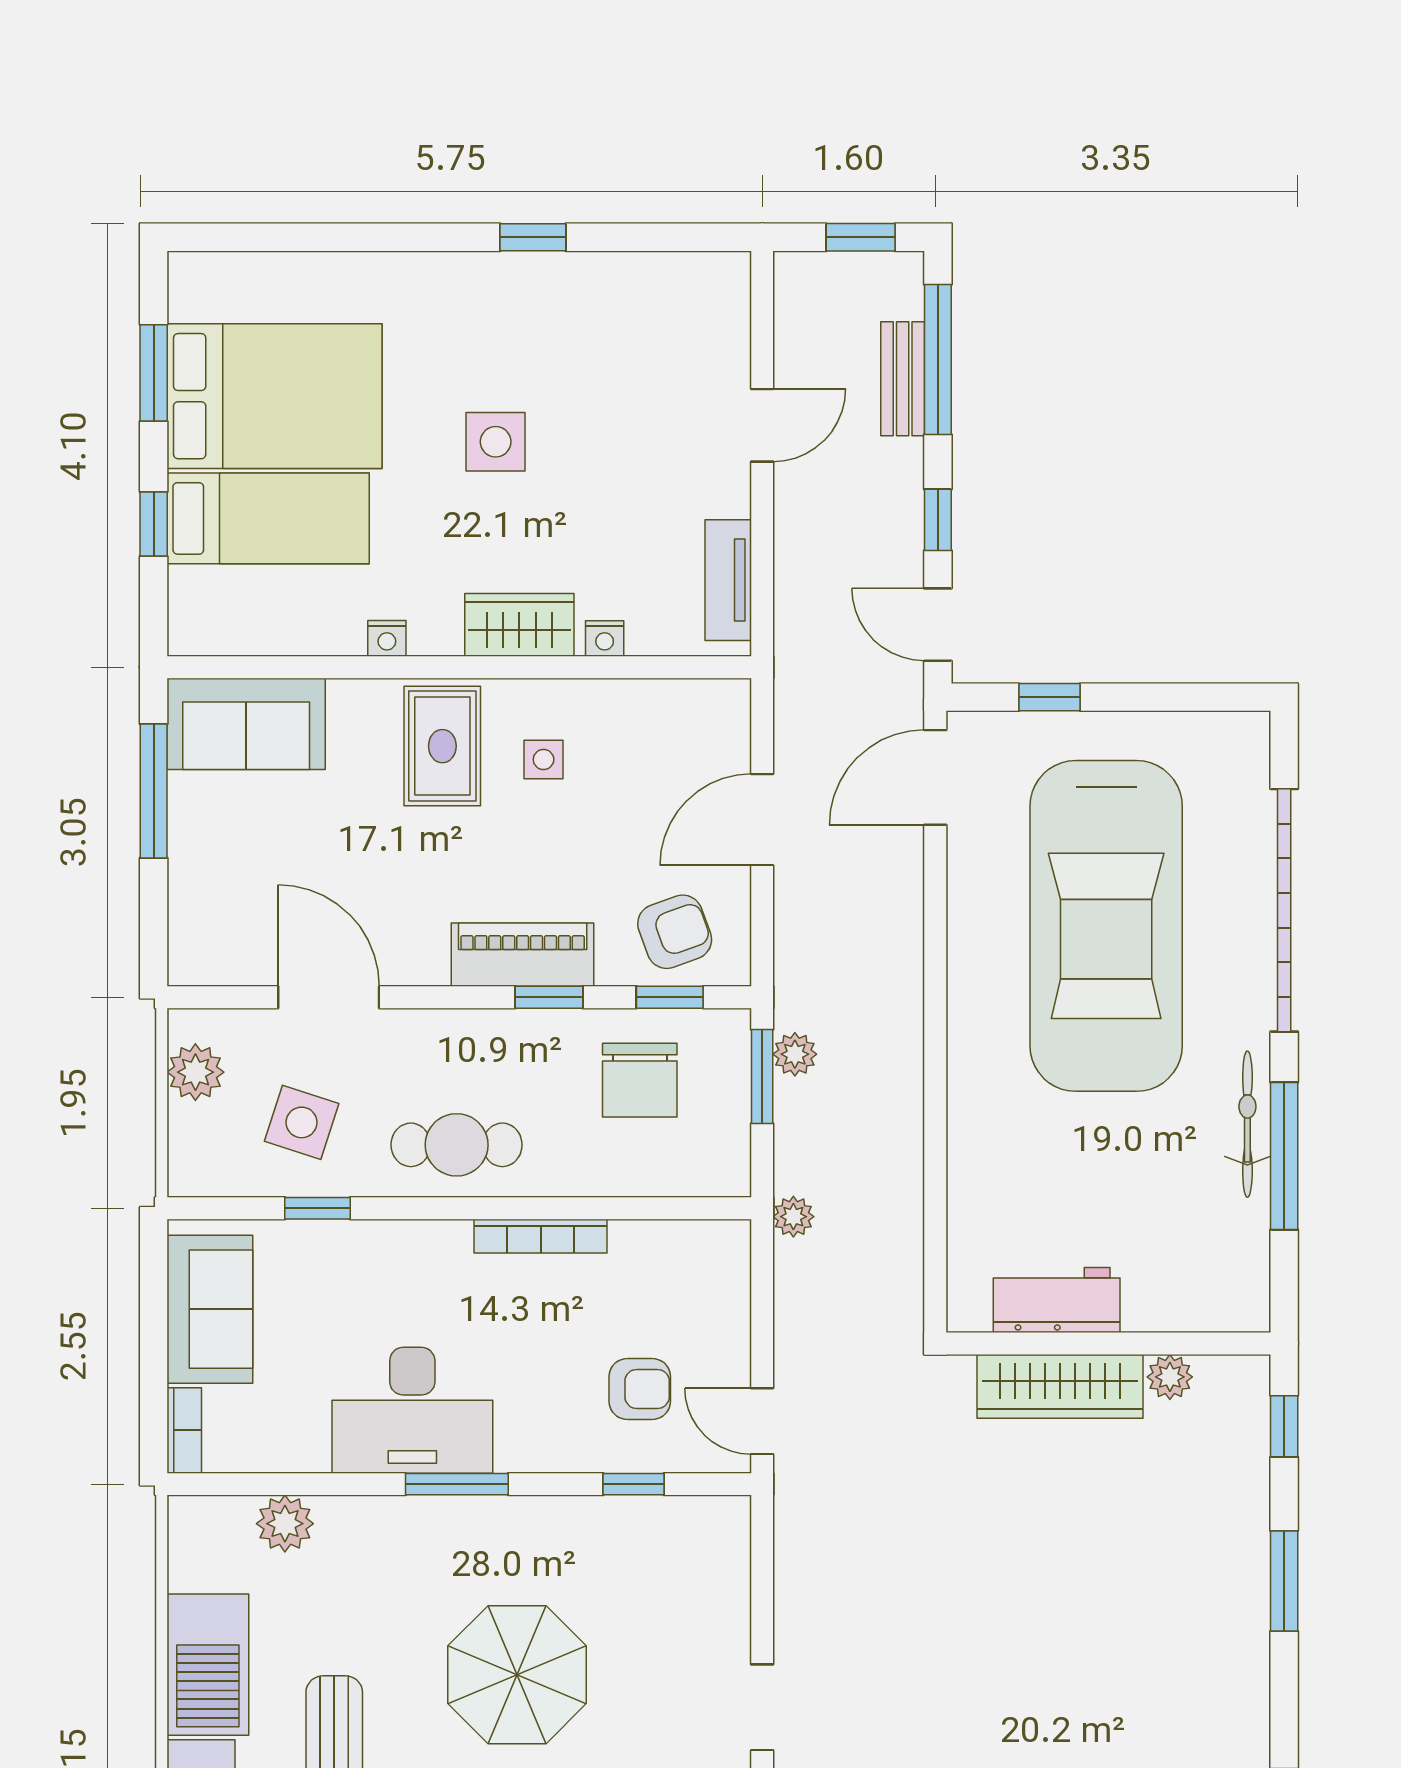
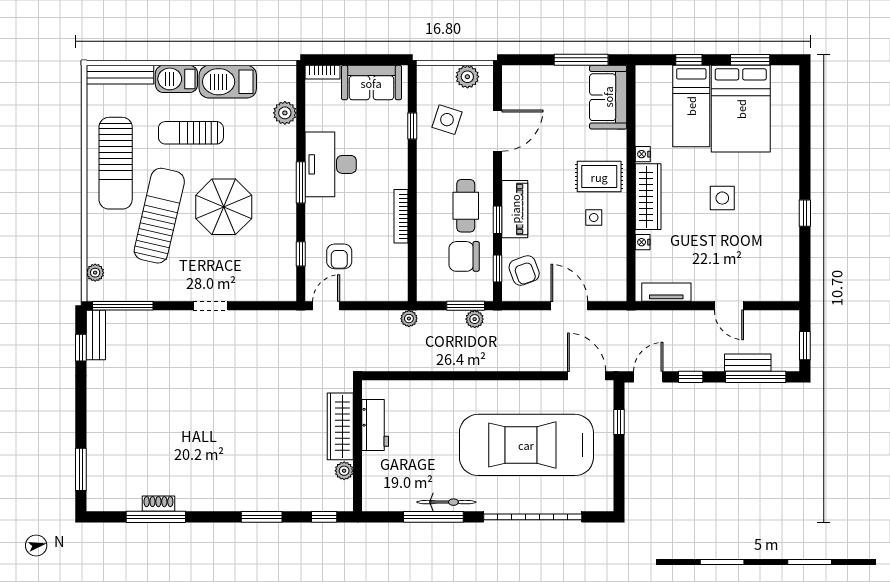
wardrobe: (519, 625) -> (648, 197), width x1.50
cafe table: (457, 1145) -> (466, 206), moved

